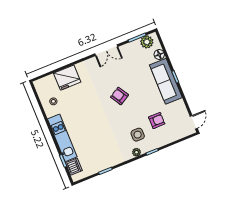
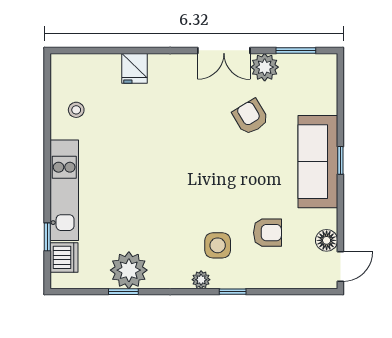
plant: (147, 42) -> (265, 67), moved
floor lamp: (159, 55) -> (327, 240), moved
fridge: (67, 78) -> (134, 68), width x0.53, depth x0.75
armchair: (119, 96) -> (250, 117), moved
plant: (104, 161) -> (129, 270), added

